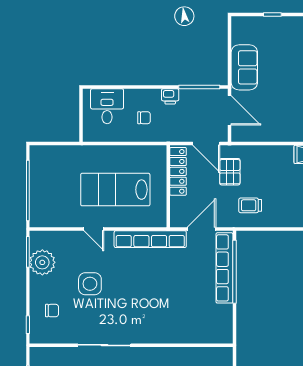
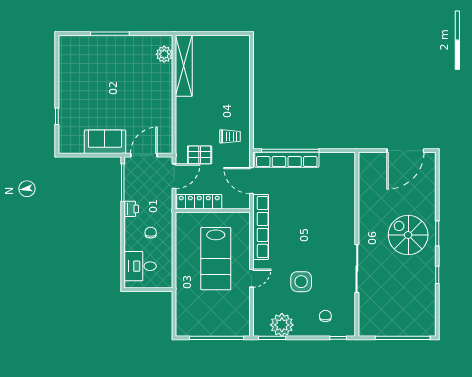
trolley: (250, 205) -> (230, 136), turned -90

